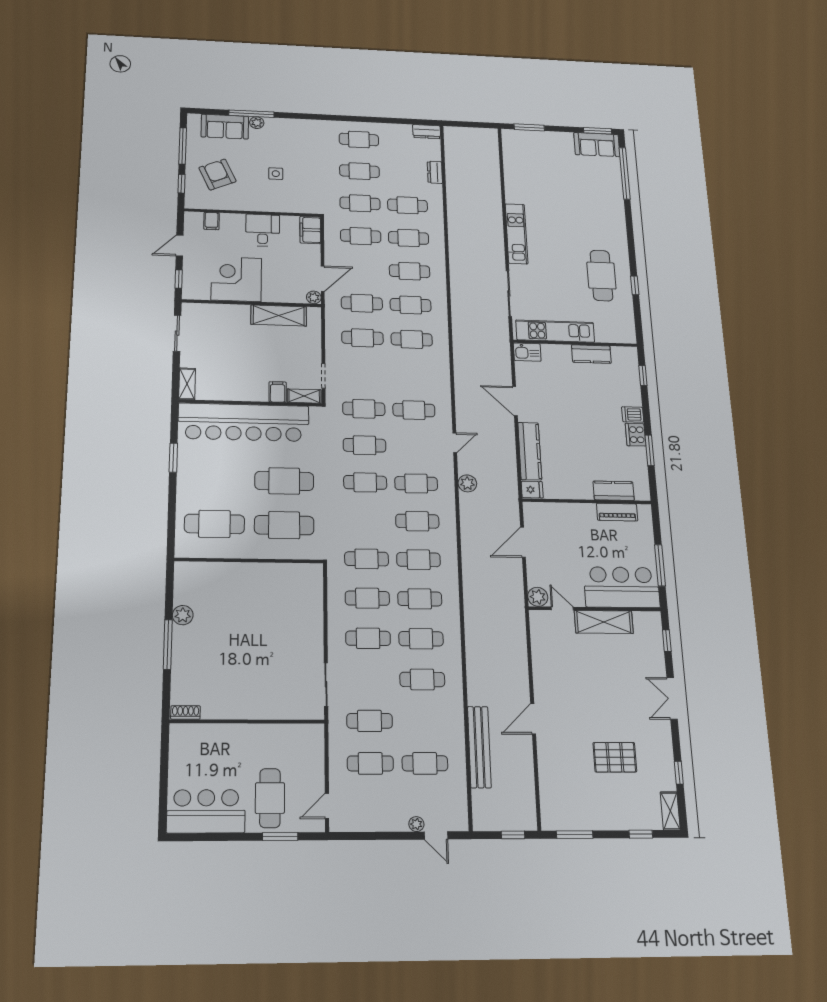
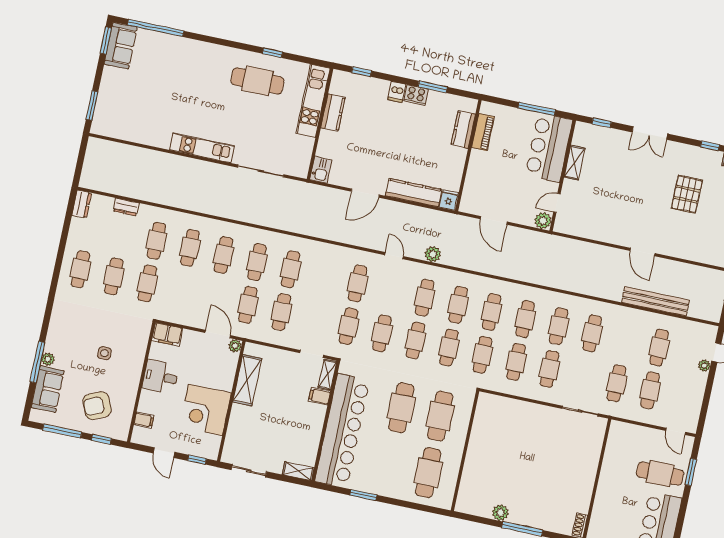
cafe table: (361, 236) -> (449, 348), moved
kitchen unit: (555, 331) -> (313, 101), moved
shelving: (604, 622) -> (575, 163), width x0.67, depth x0.75

